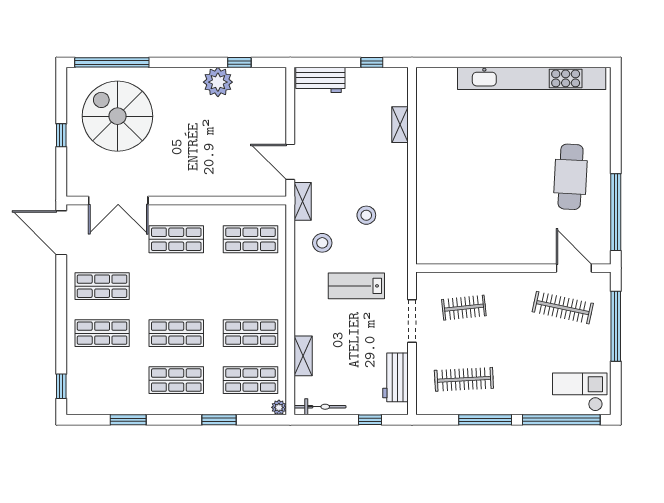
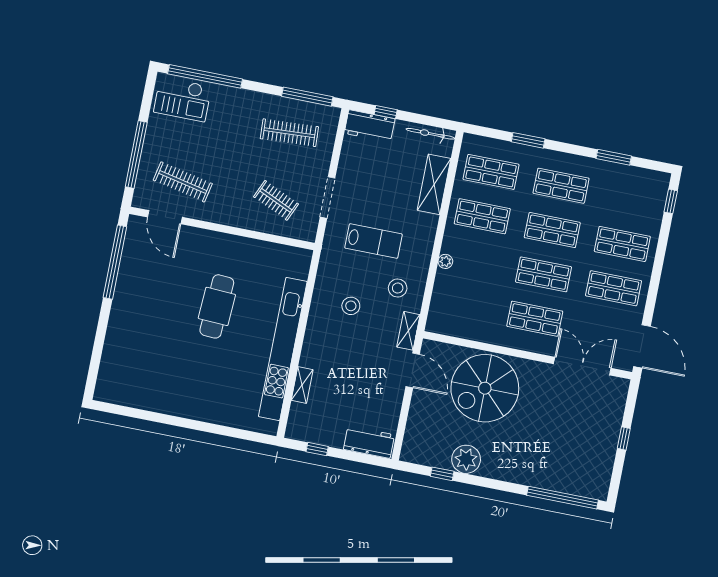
kitchen unit: (532, 78) -> (283, 349), moved, turned -90
spiral stairs: (117, 116) -> (485, 388), moved, turned 90
cafe table: (571, 177) -> (217, 306), moved
shop shelf: (250, 239) -> (544, 274), moved
clothes rail: (464, 308) -> (276, 200), turned 30
shelving: (303, 356) -> (434, 184), width x1.50, depth x1.33
workbench: (395, 377) -> (370, 126), moved, turned 90
plant: (279, 407) -> (445, 261), moved
window: (485, 420) -> (307, 97), moved

